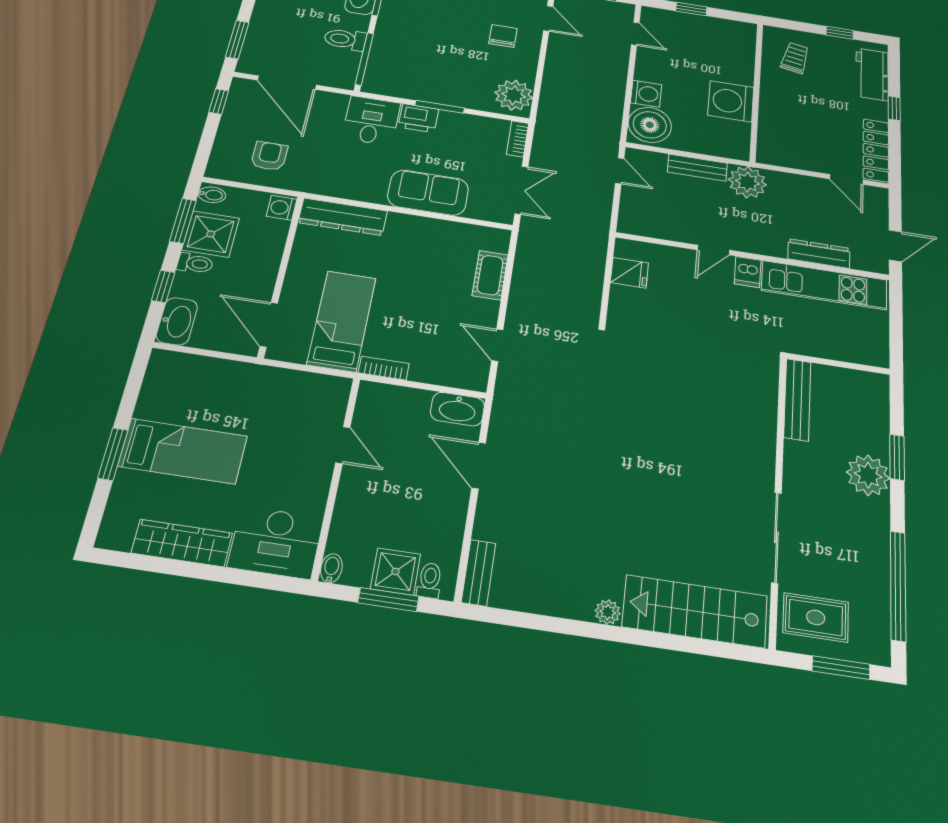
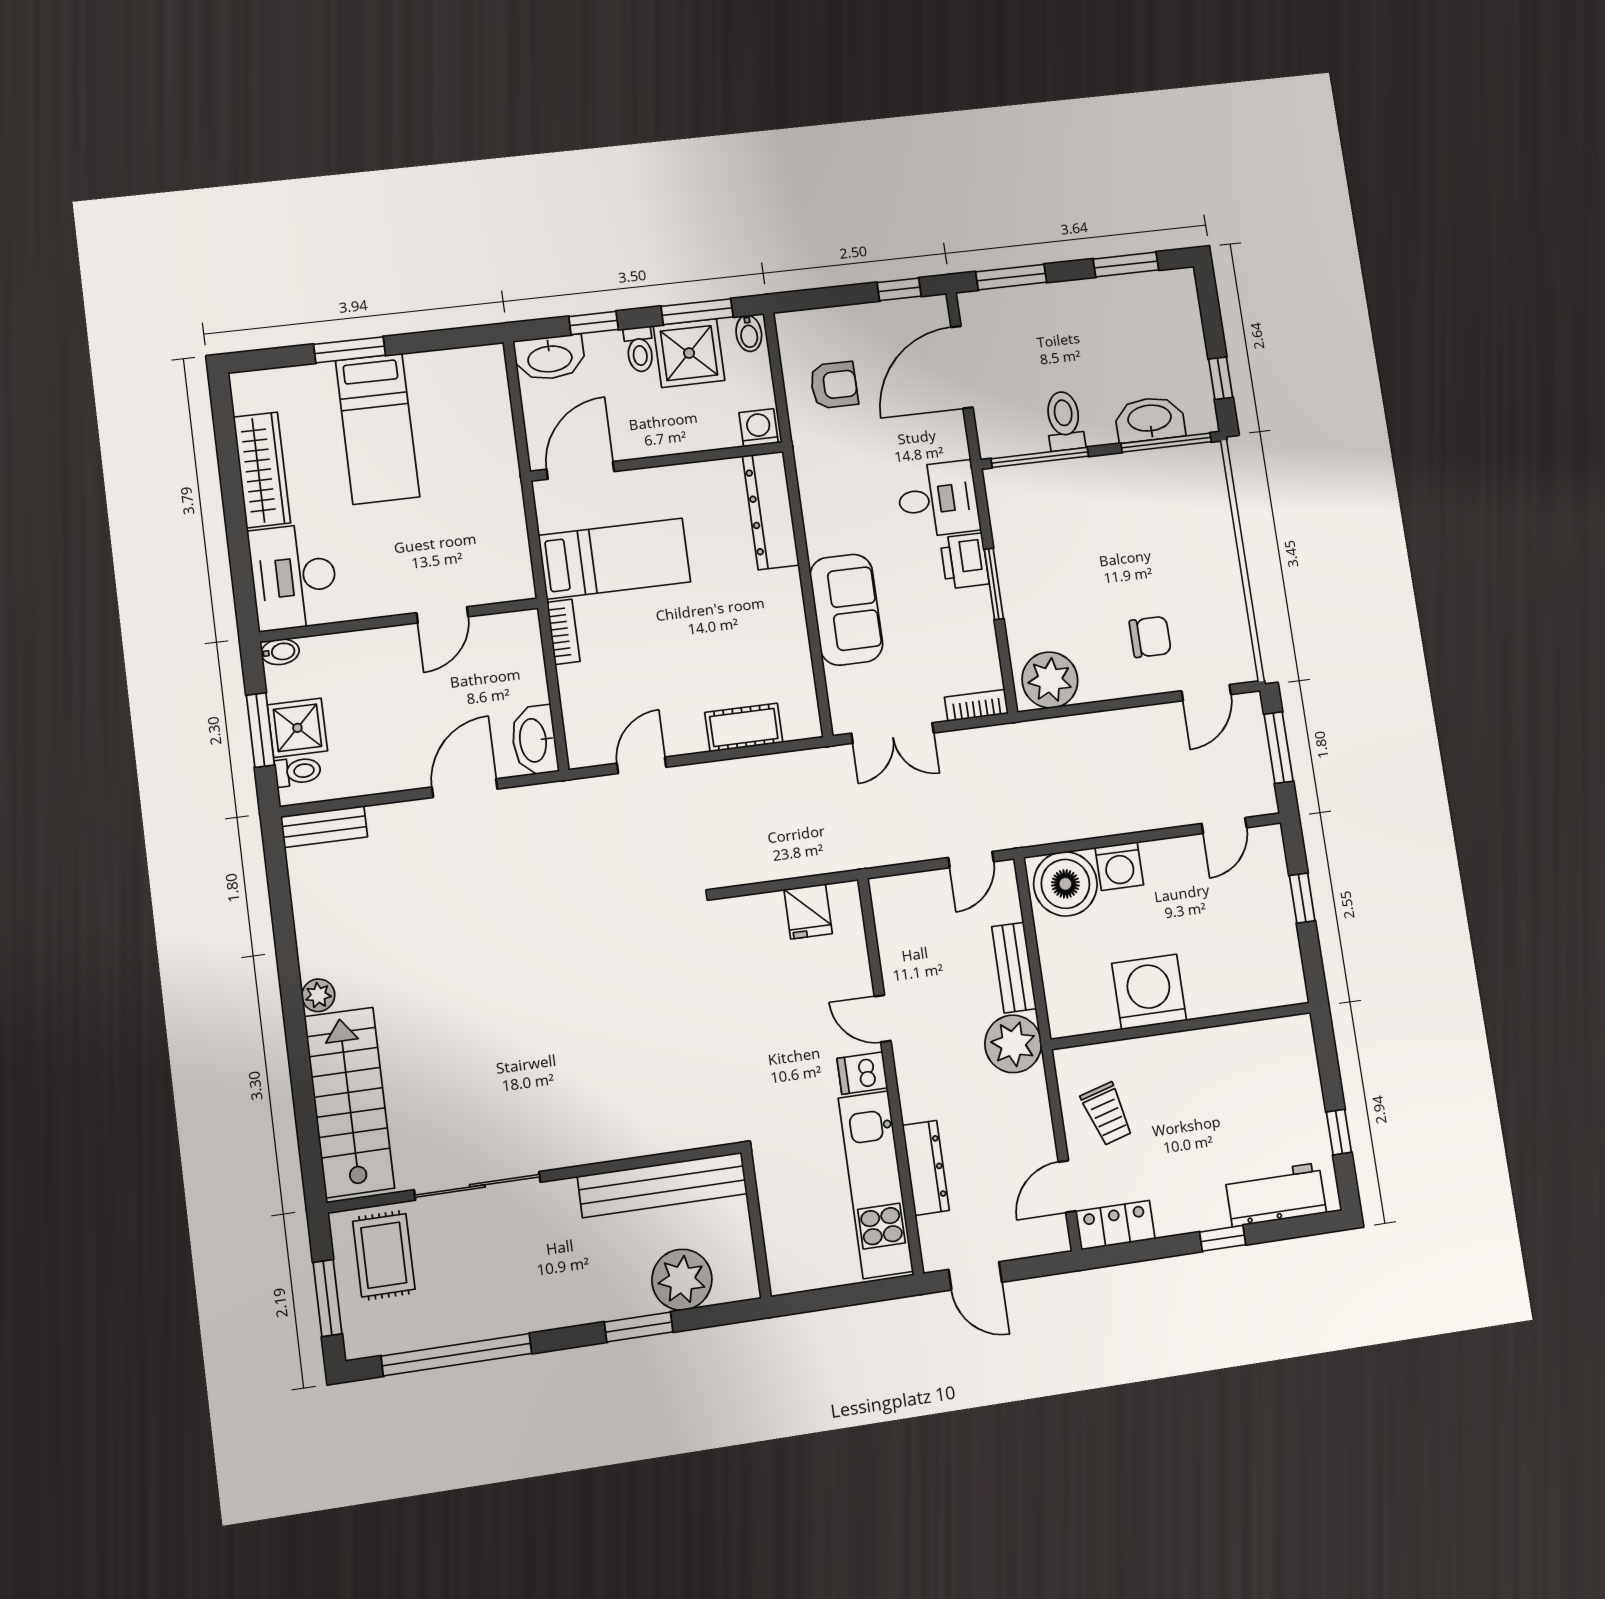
trolley: (795, 58) -> (1107, 1114), moved, turned 63
locker: (876, 150) -> (1115, 1225), width x0.66
bench: (797, 399) -> (662, 1185), width x1.37, depth x1.21
plant: (868, 475) -> (682, 1280), moved

